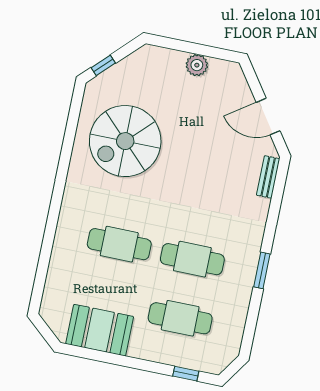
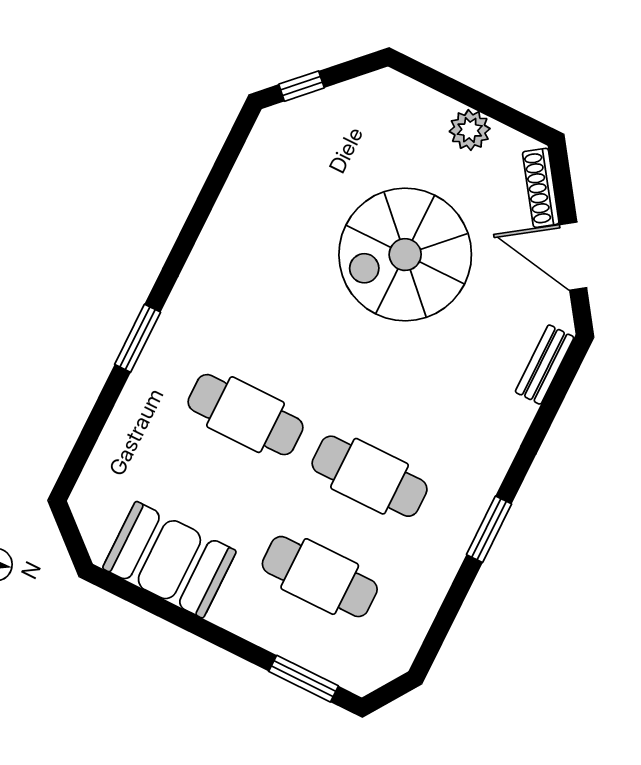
shoe rack: (242, 85) -> (541, 188), added
spiral stairs: (125, 141) -> (405, 255), moved
window: (53, 219) -> (138, 338), added
window: (186, 374) -> (304, 679), width x1.50

